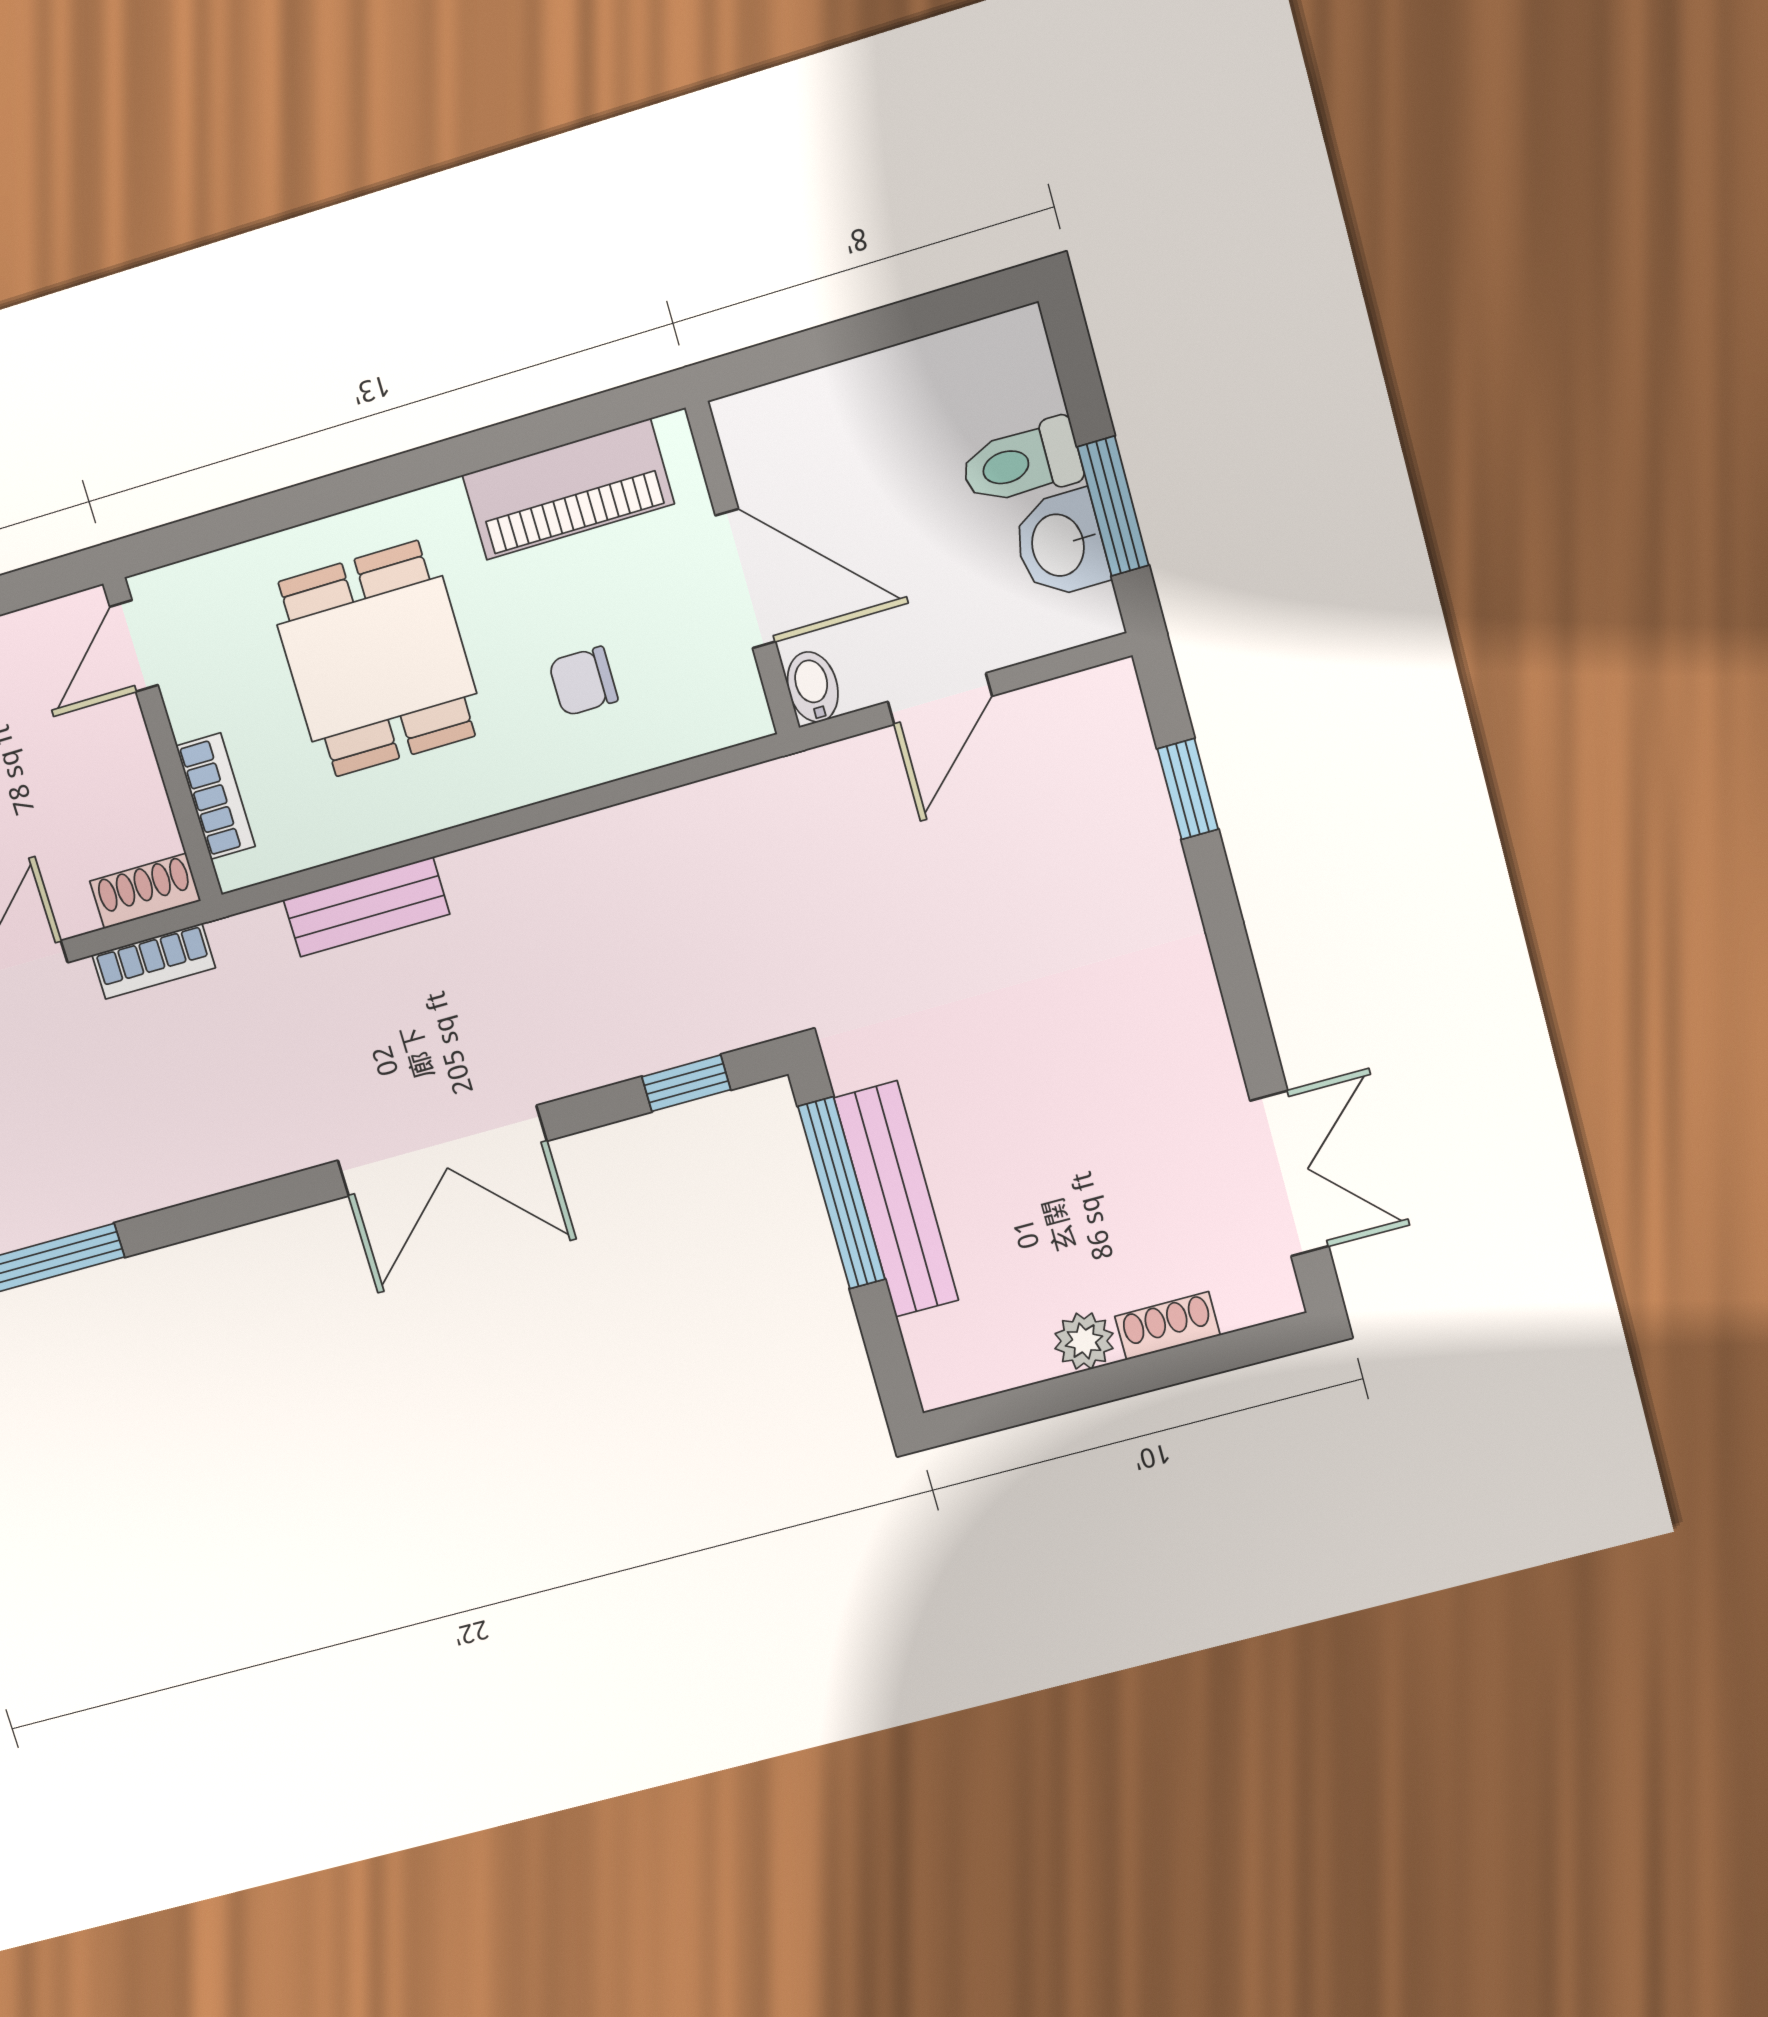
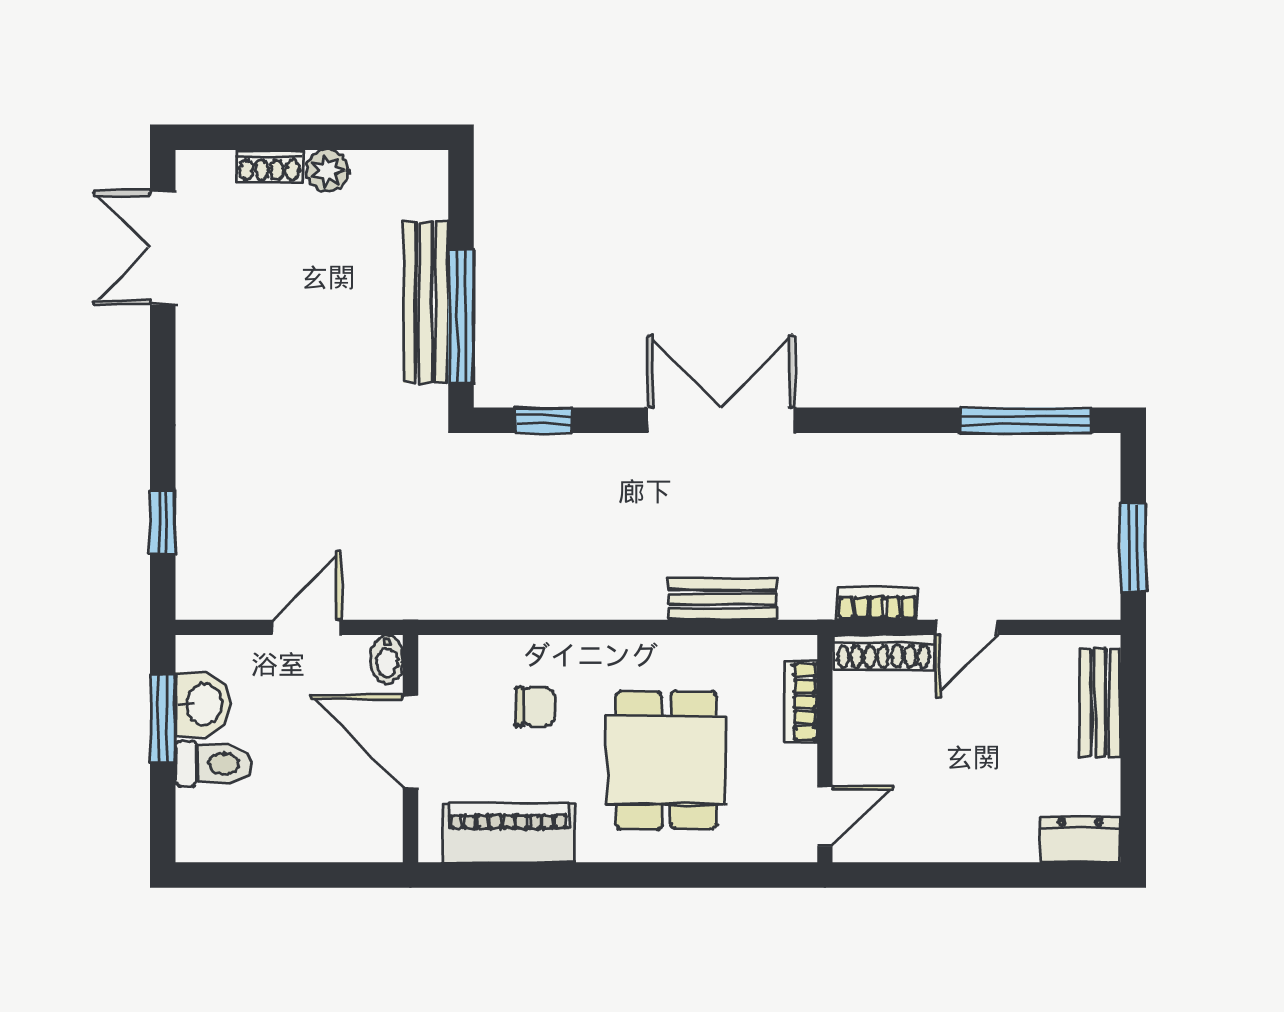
shoe rack: (145, 891) -> (883, 652), width x1.43

